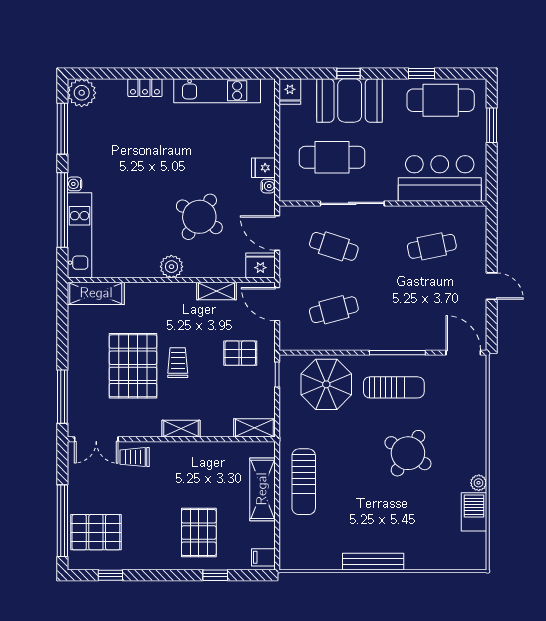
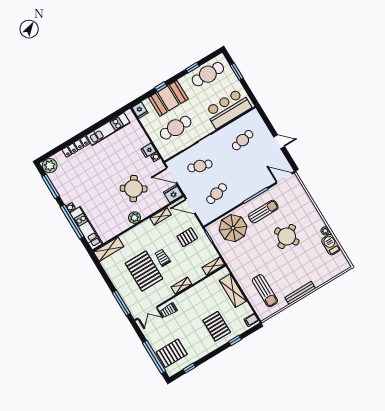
locker: (145, 88) -> (76, 147), width x1.53
round table: (408, 453) -> (287, 236), turned 30
sun lounger: (304, 482) -> (265, 291), moved

